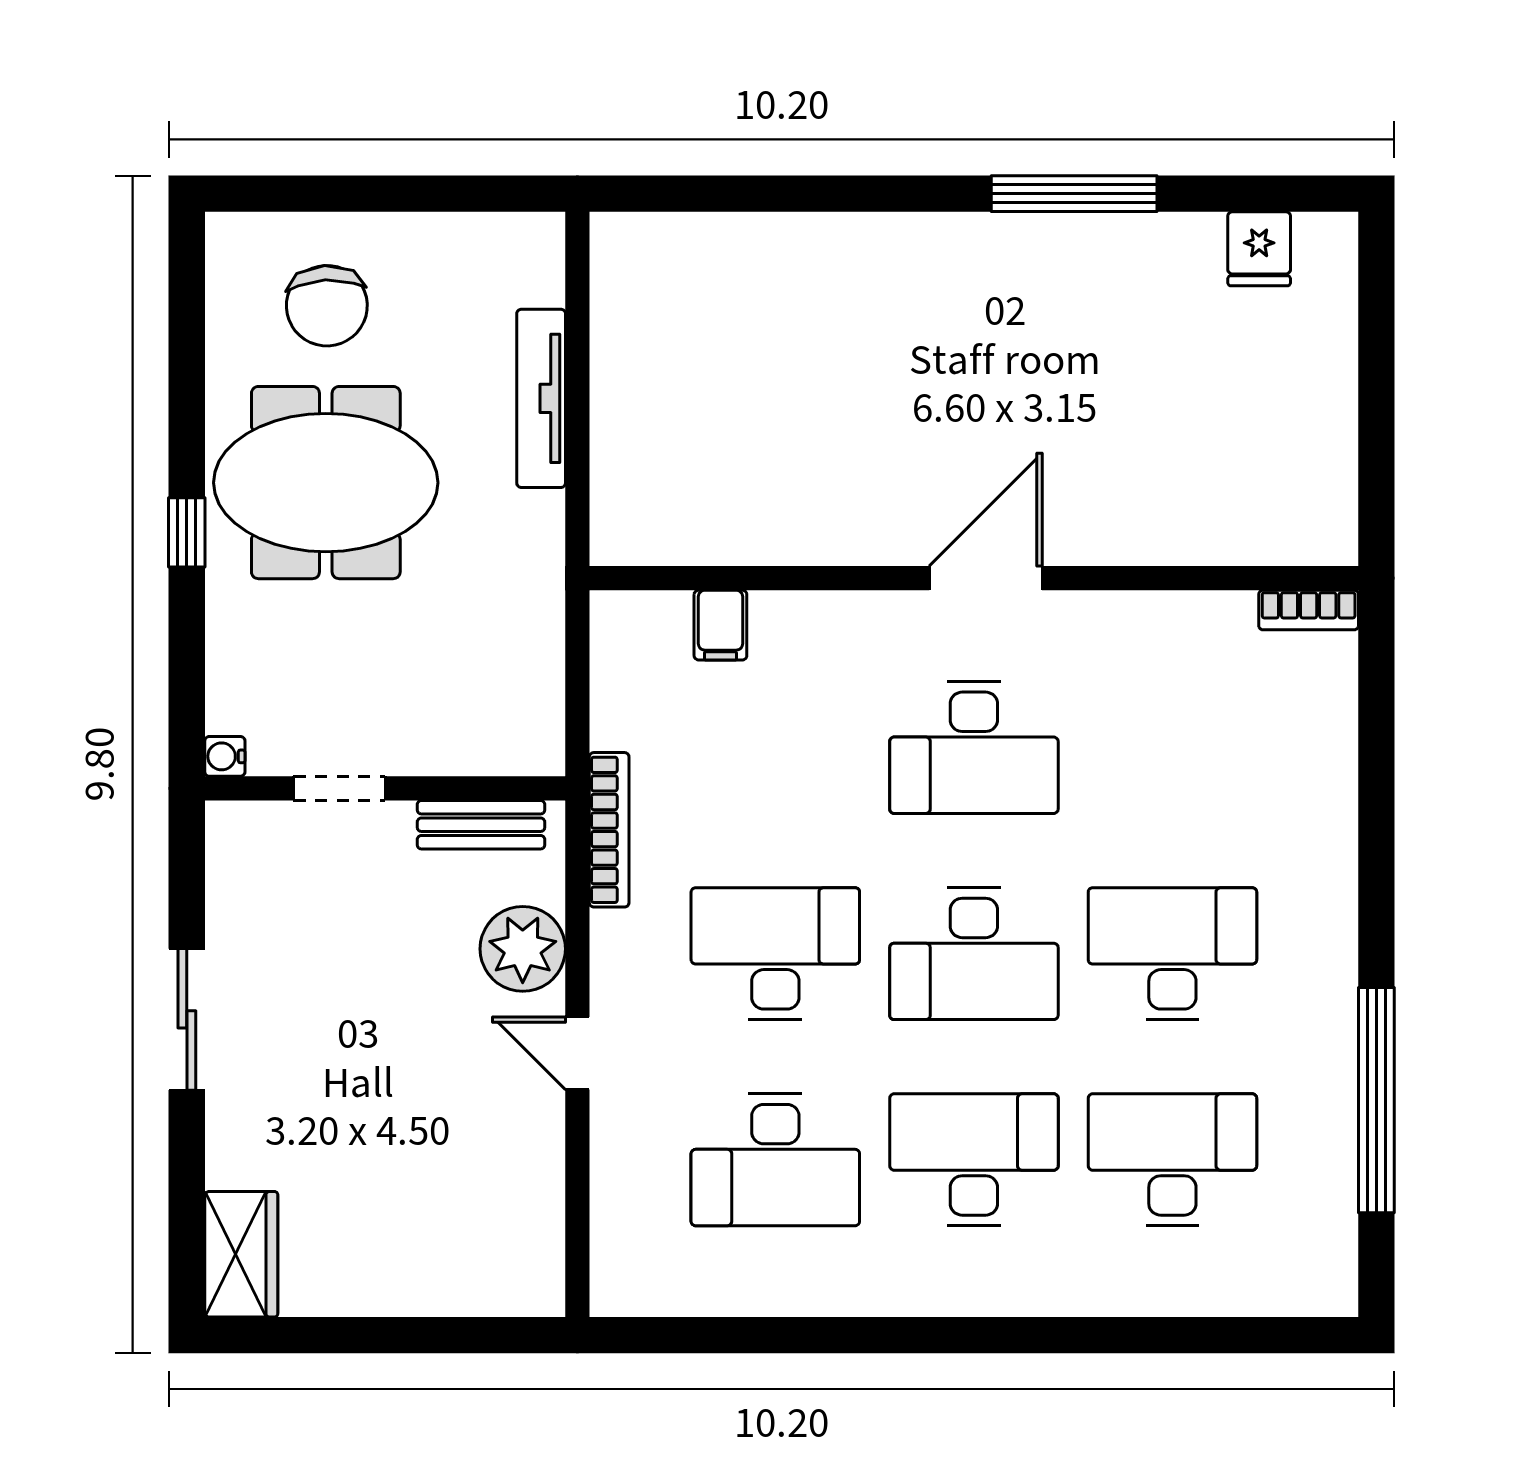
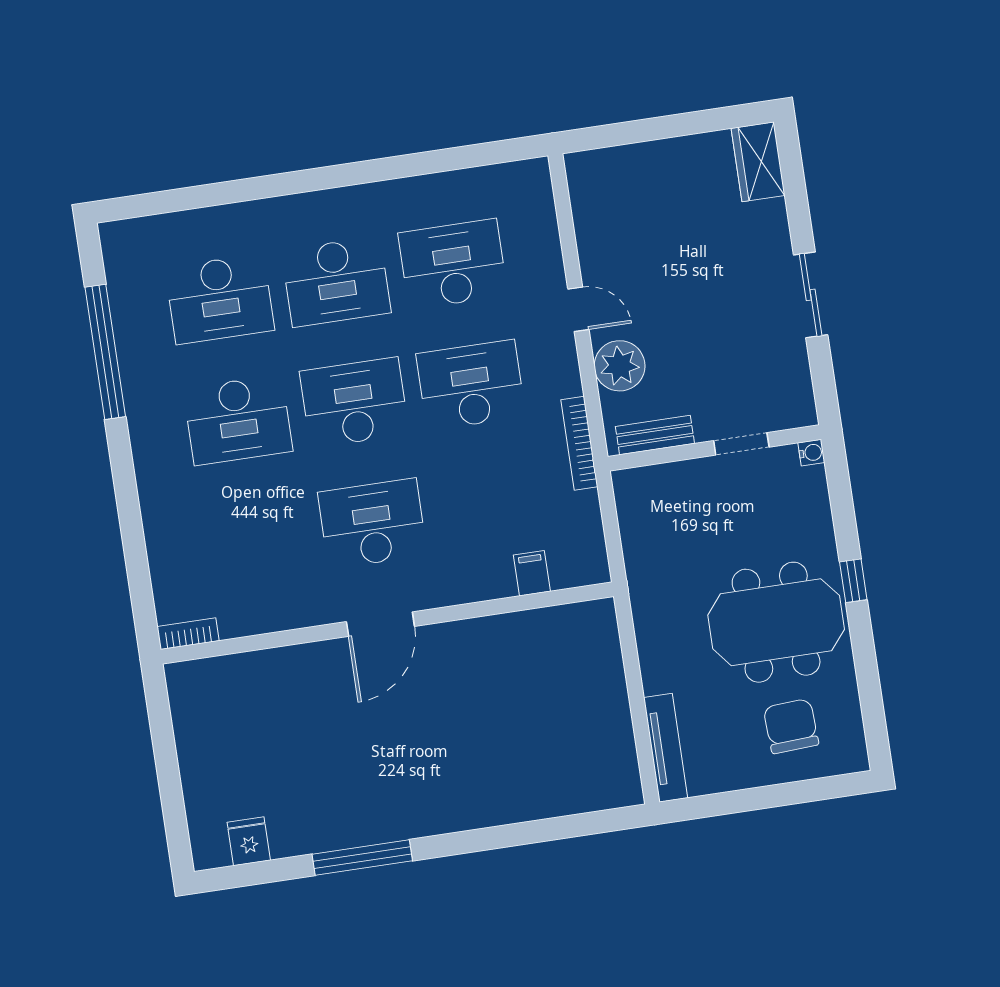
tv unit: (541, 398) -> (666, 748), moved
desk: (775, 954) -> (471, 385), turned 180

